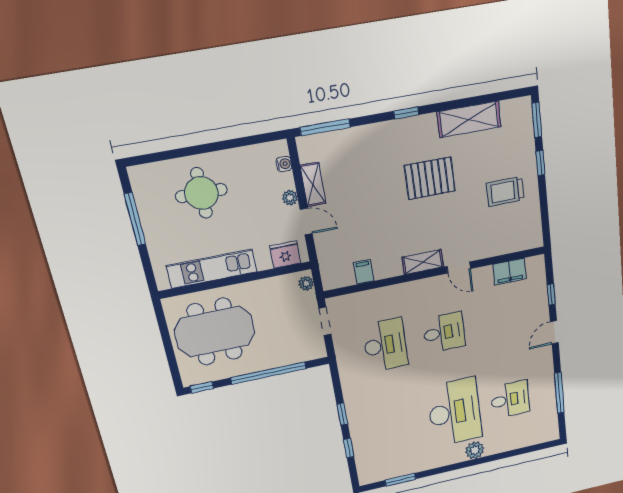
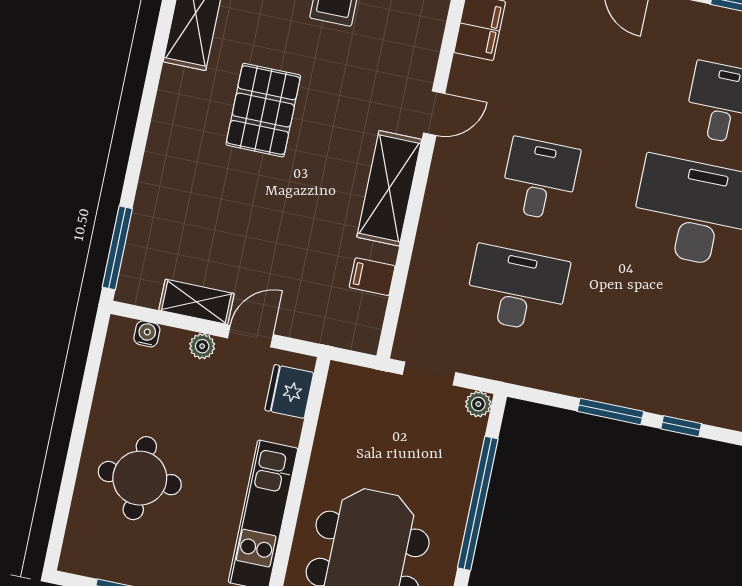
window: (406, 113) -> (146, 112), removed
shelving: (423, 262) -> (389, 188), width x1.50, depth x1.33
plant: (306, 283) -> (478, 404), moved
window: (342, 414) -> (610, 411), width x1.50

